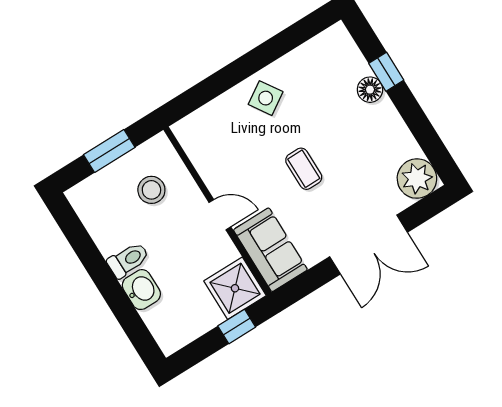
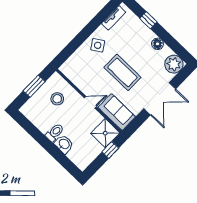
tv unit: (314, 49) -> (114, 18), added
floor lamp: (370, 90) -> (158, 44), moved
coffee table: (304, 169) -> (122, 72), width x1.86, depth x1.72

